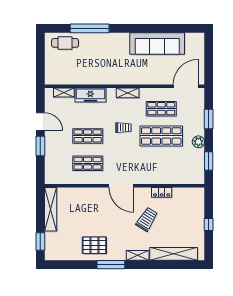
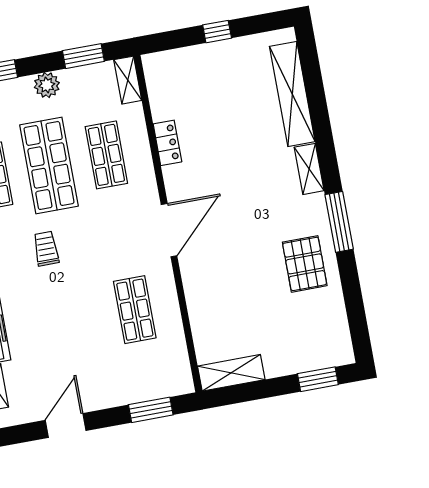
shop shelf: (88, 136) -> (106, 155), moved
window: (40, 146) -> (151, 410), moved
shelving: (194, 179) -> (128, 80), added
shelving: (51, 209) -> (231, 373), width x0.68
trolley: (147, 219) -> (230, 164), removed

